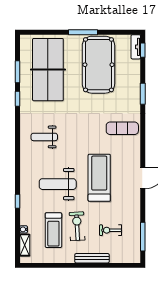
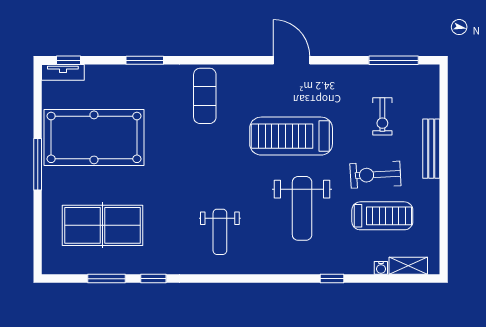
table tennis table: (48, 70) -> (103, 225), width x0.73, depth x0.76

